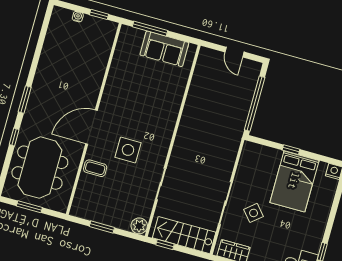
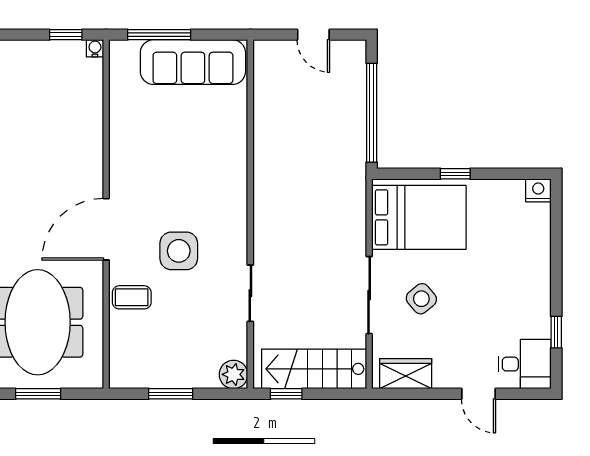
water cooler: (78, 17) -> (95, 48), moved
sofa: (164, 49) -> (193, 62), width x1.36
bed: (294, 181) -> (419, 217), moved, turned -90

